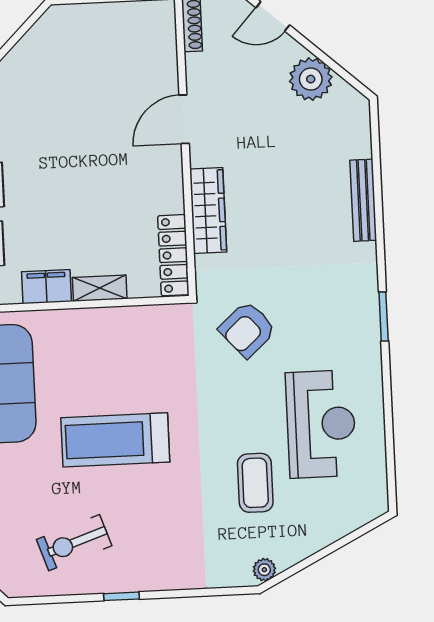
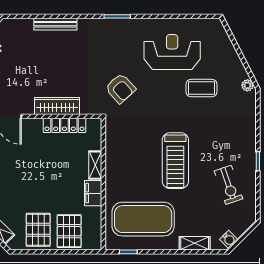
locker: (173, 255) -> (65, 125), moved

